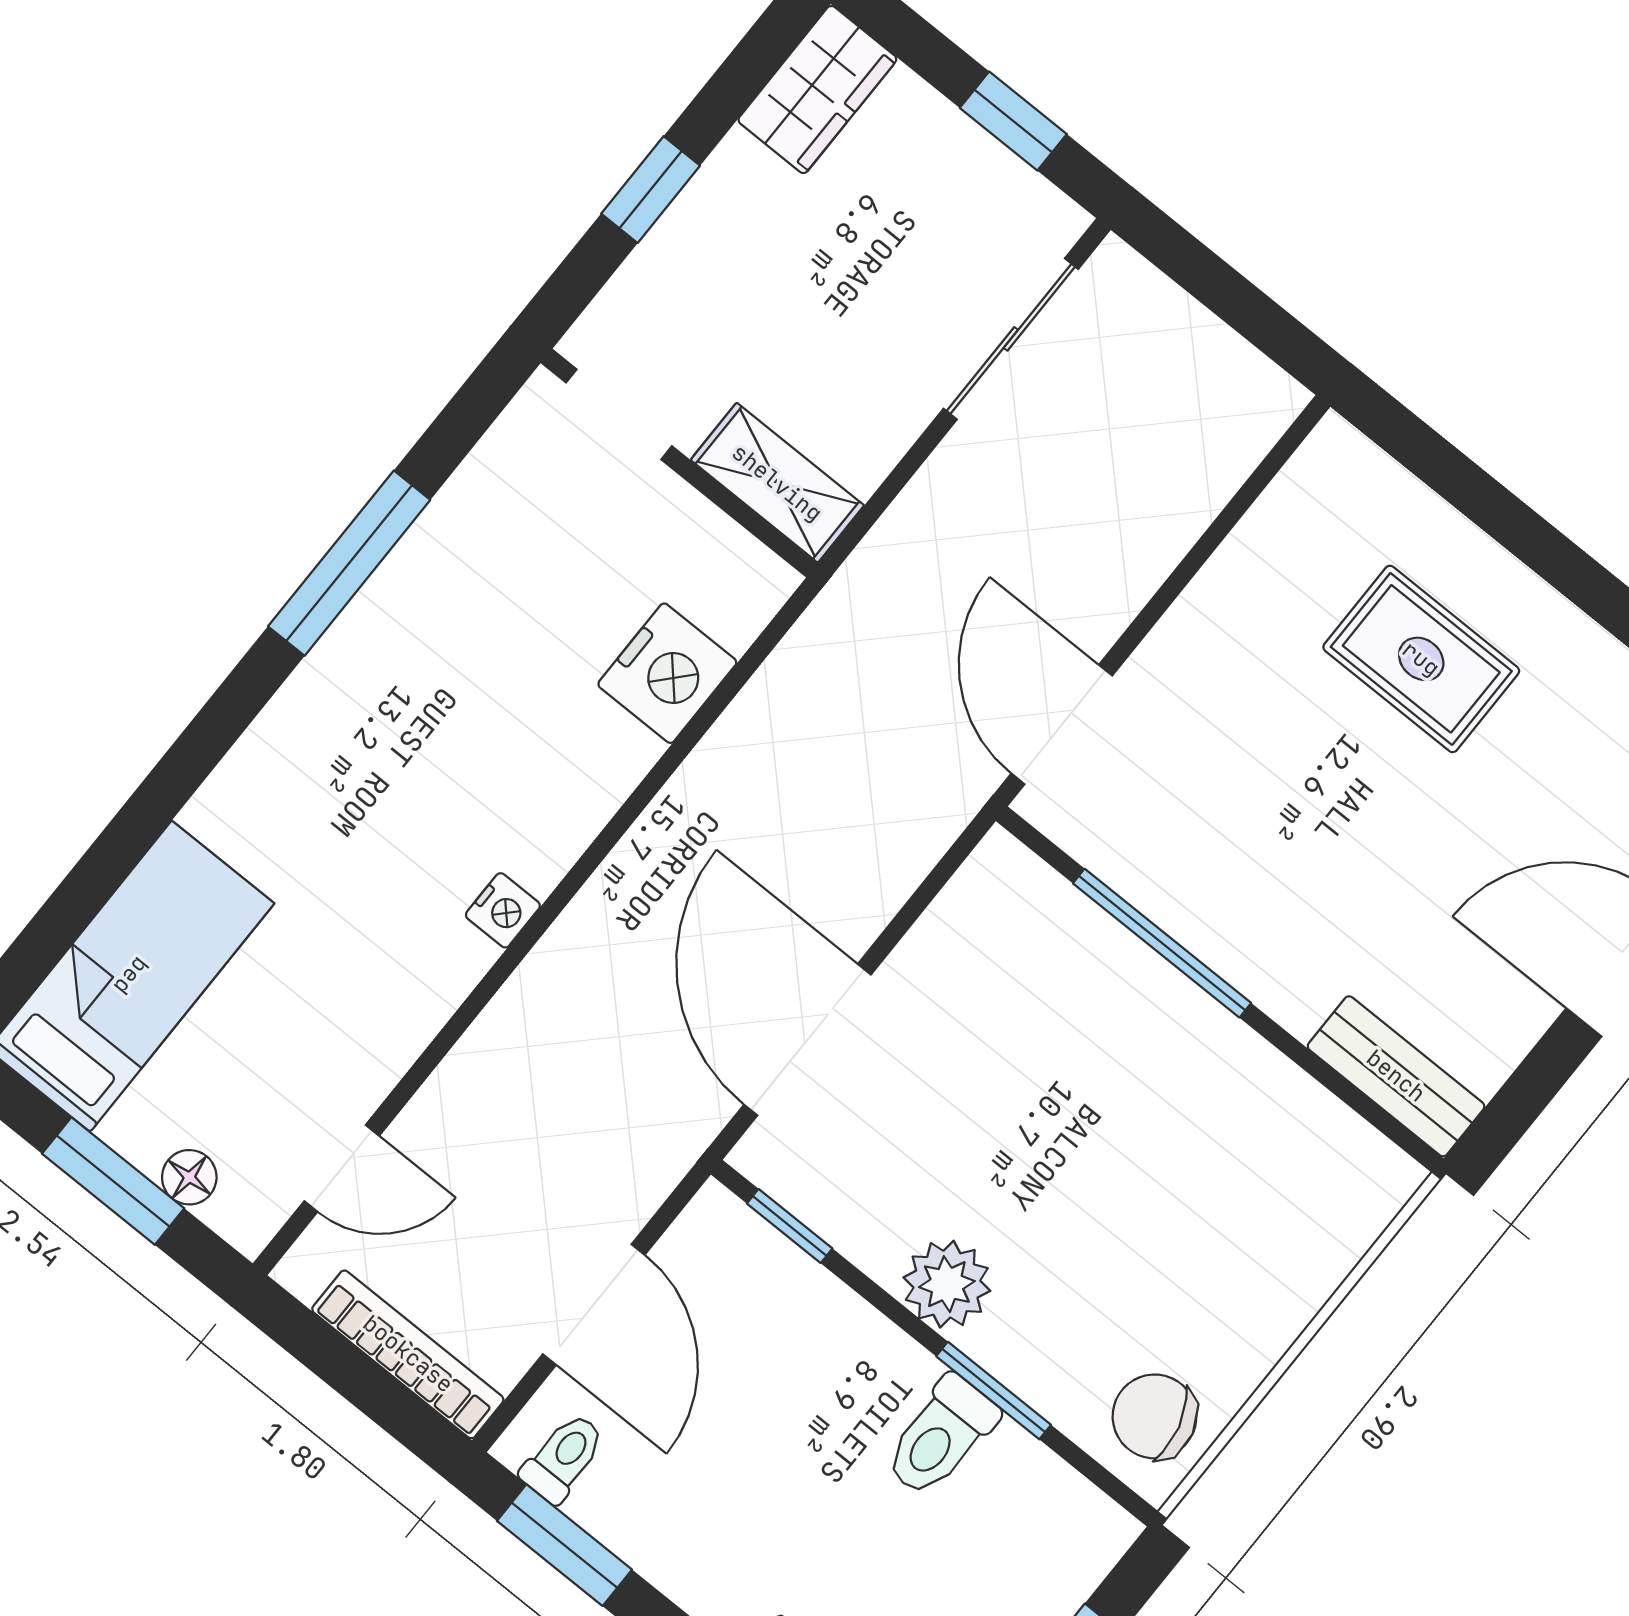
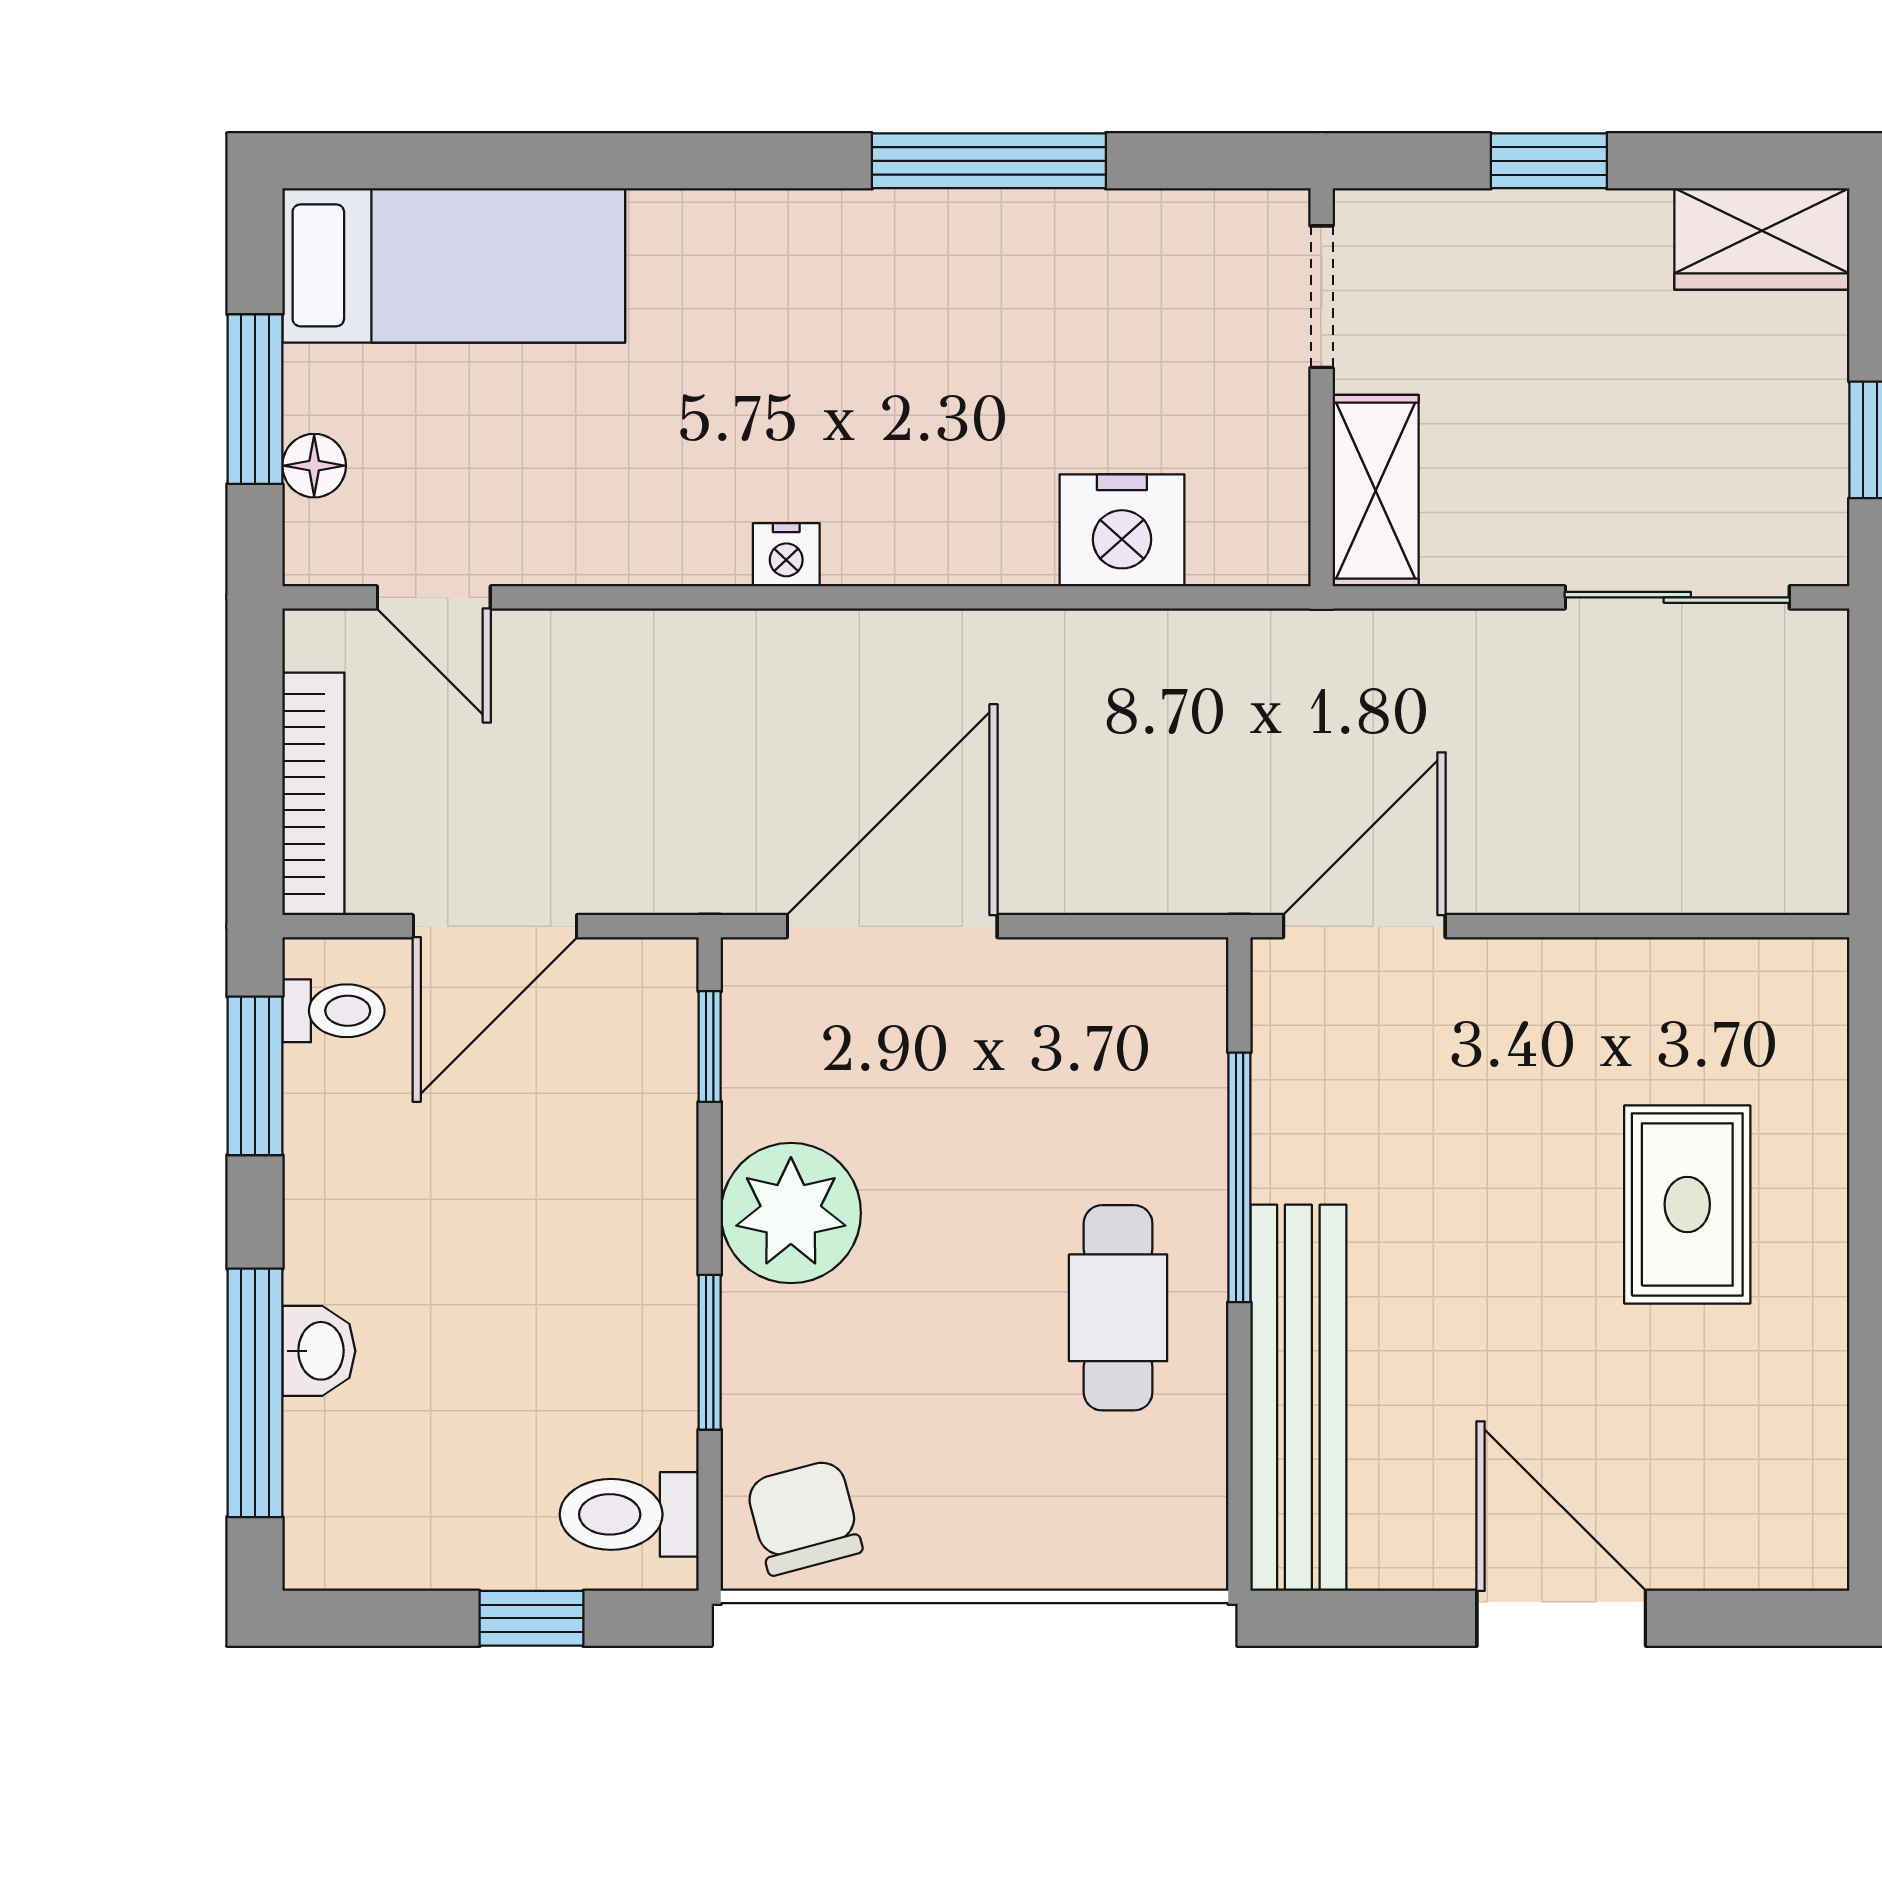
bench: (1396, 1076) -> (1298, 1398), width x1.86, depth x1.21
cafe table: (1184, 1094) -> (1118, 1308), added
plant: (947, 1284) -> (791, 1213), width x1.36, depth x1.36
toilet: (941, 1436) -> (629, 1514), moved

